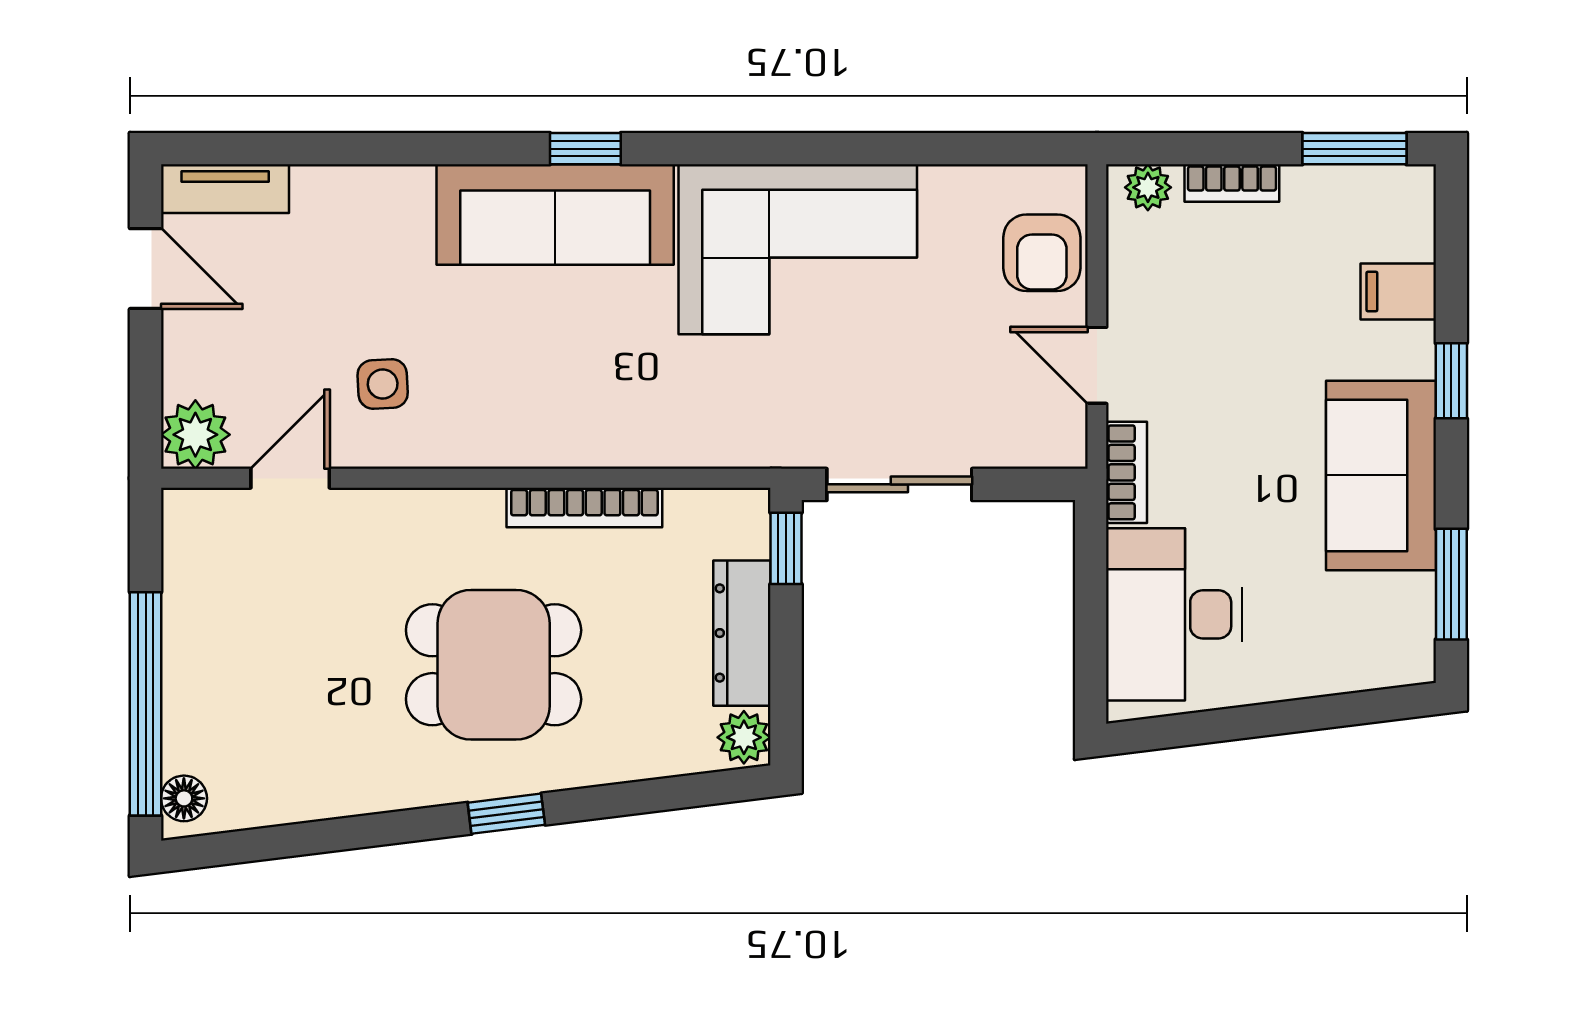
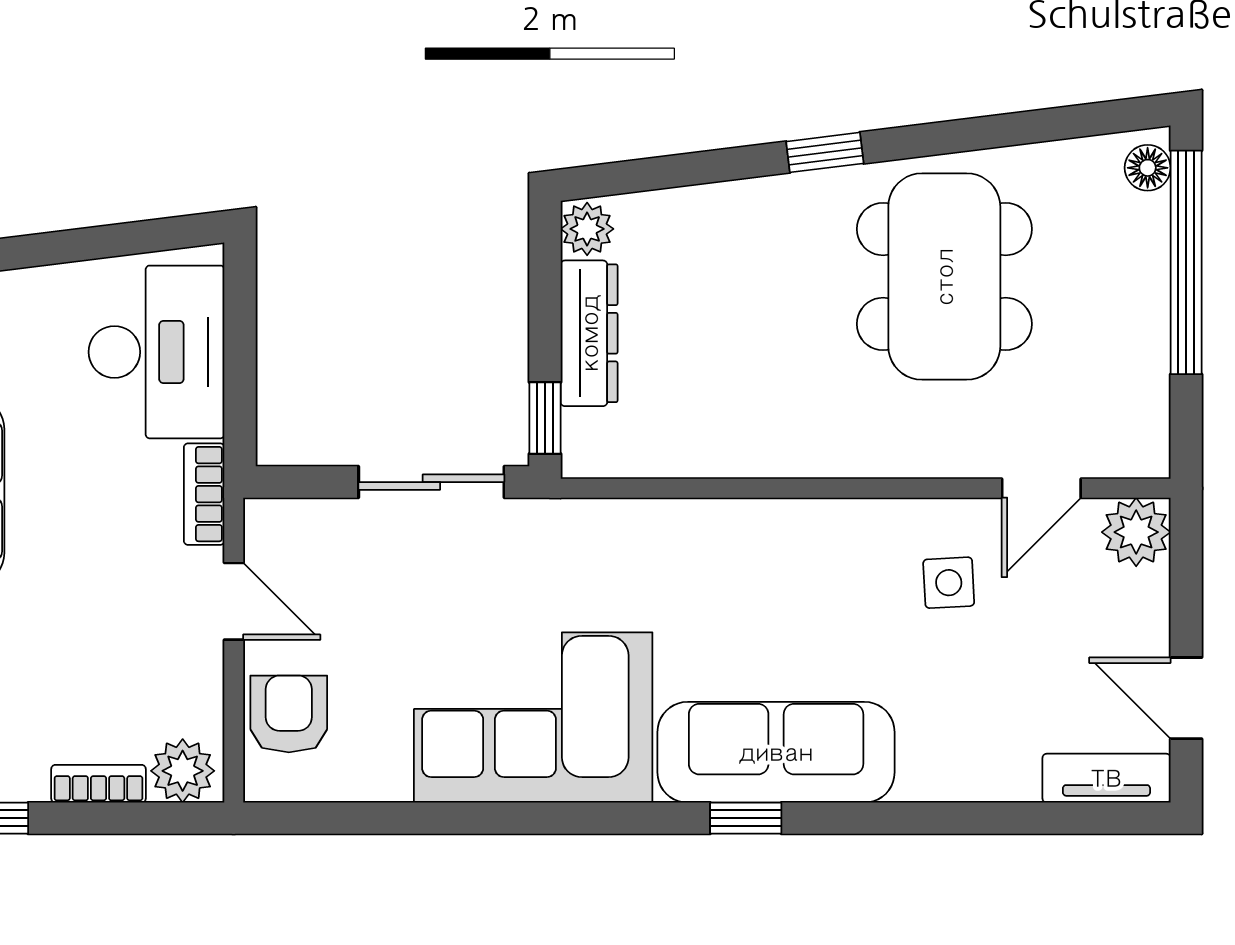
plant: (1148, 187) -> (183, 771), width x1.38, depth x1.38
bookcase: (584, 507) -> (747, 459), removed
dining table: (494, 665) -> (944, 277), moved, width x1.37

